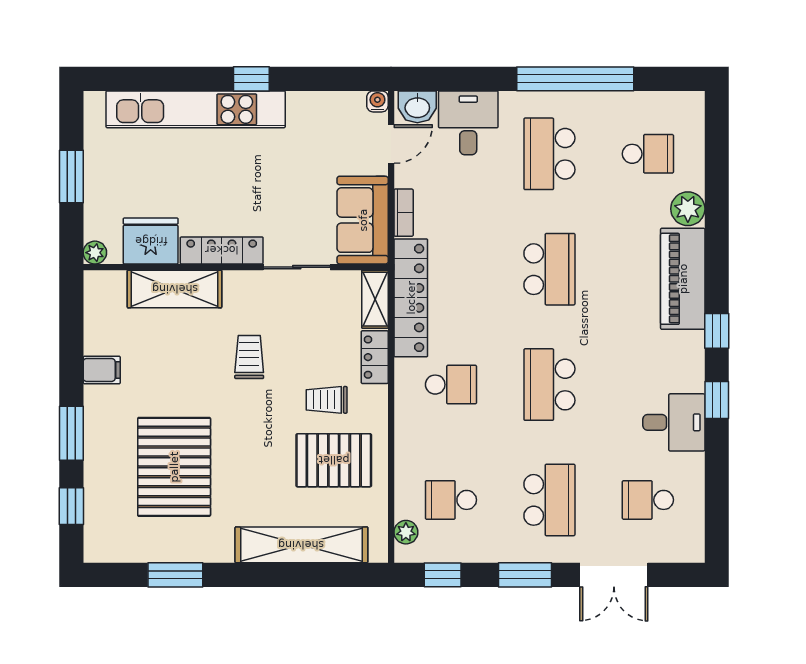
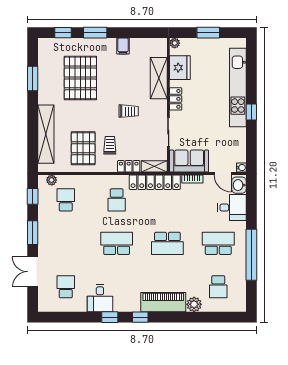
locker: (222, 250) -> (176, 99), width x0.66
pallet: (174, 467) -> (80, 78), turned 90
school desk: (549, 500) -> (66, 243), removed

